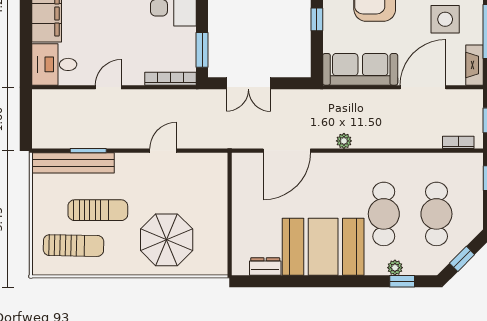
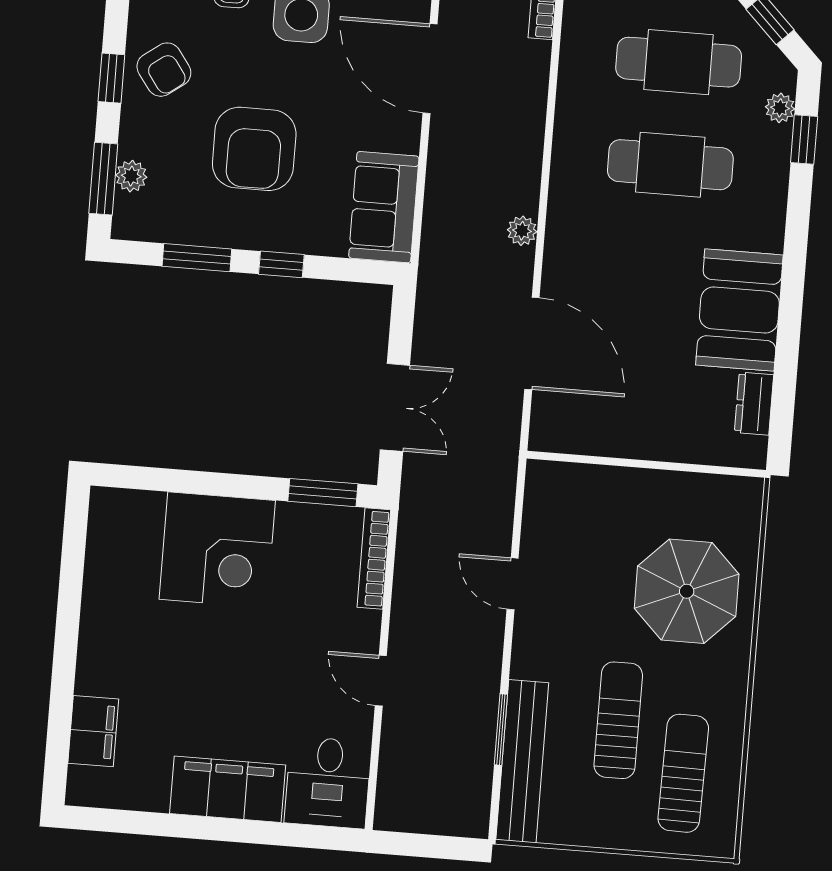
sofa: (360, 69) -> (384, 207), width x0.73
booth: (323, 247) -> (739, 310), width x0.73, depth x0.70
plant: (395, 268) -> (780, 108), moved

